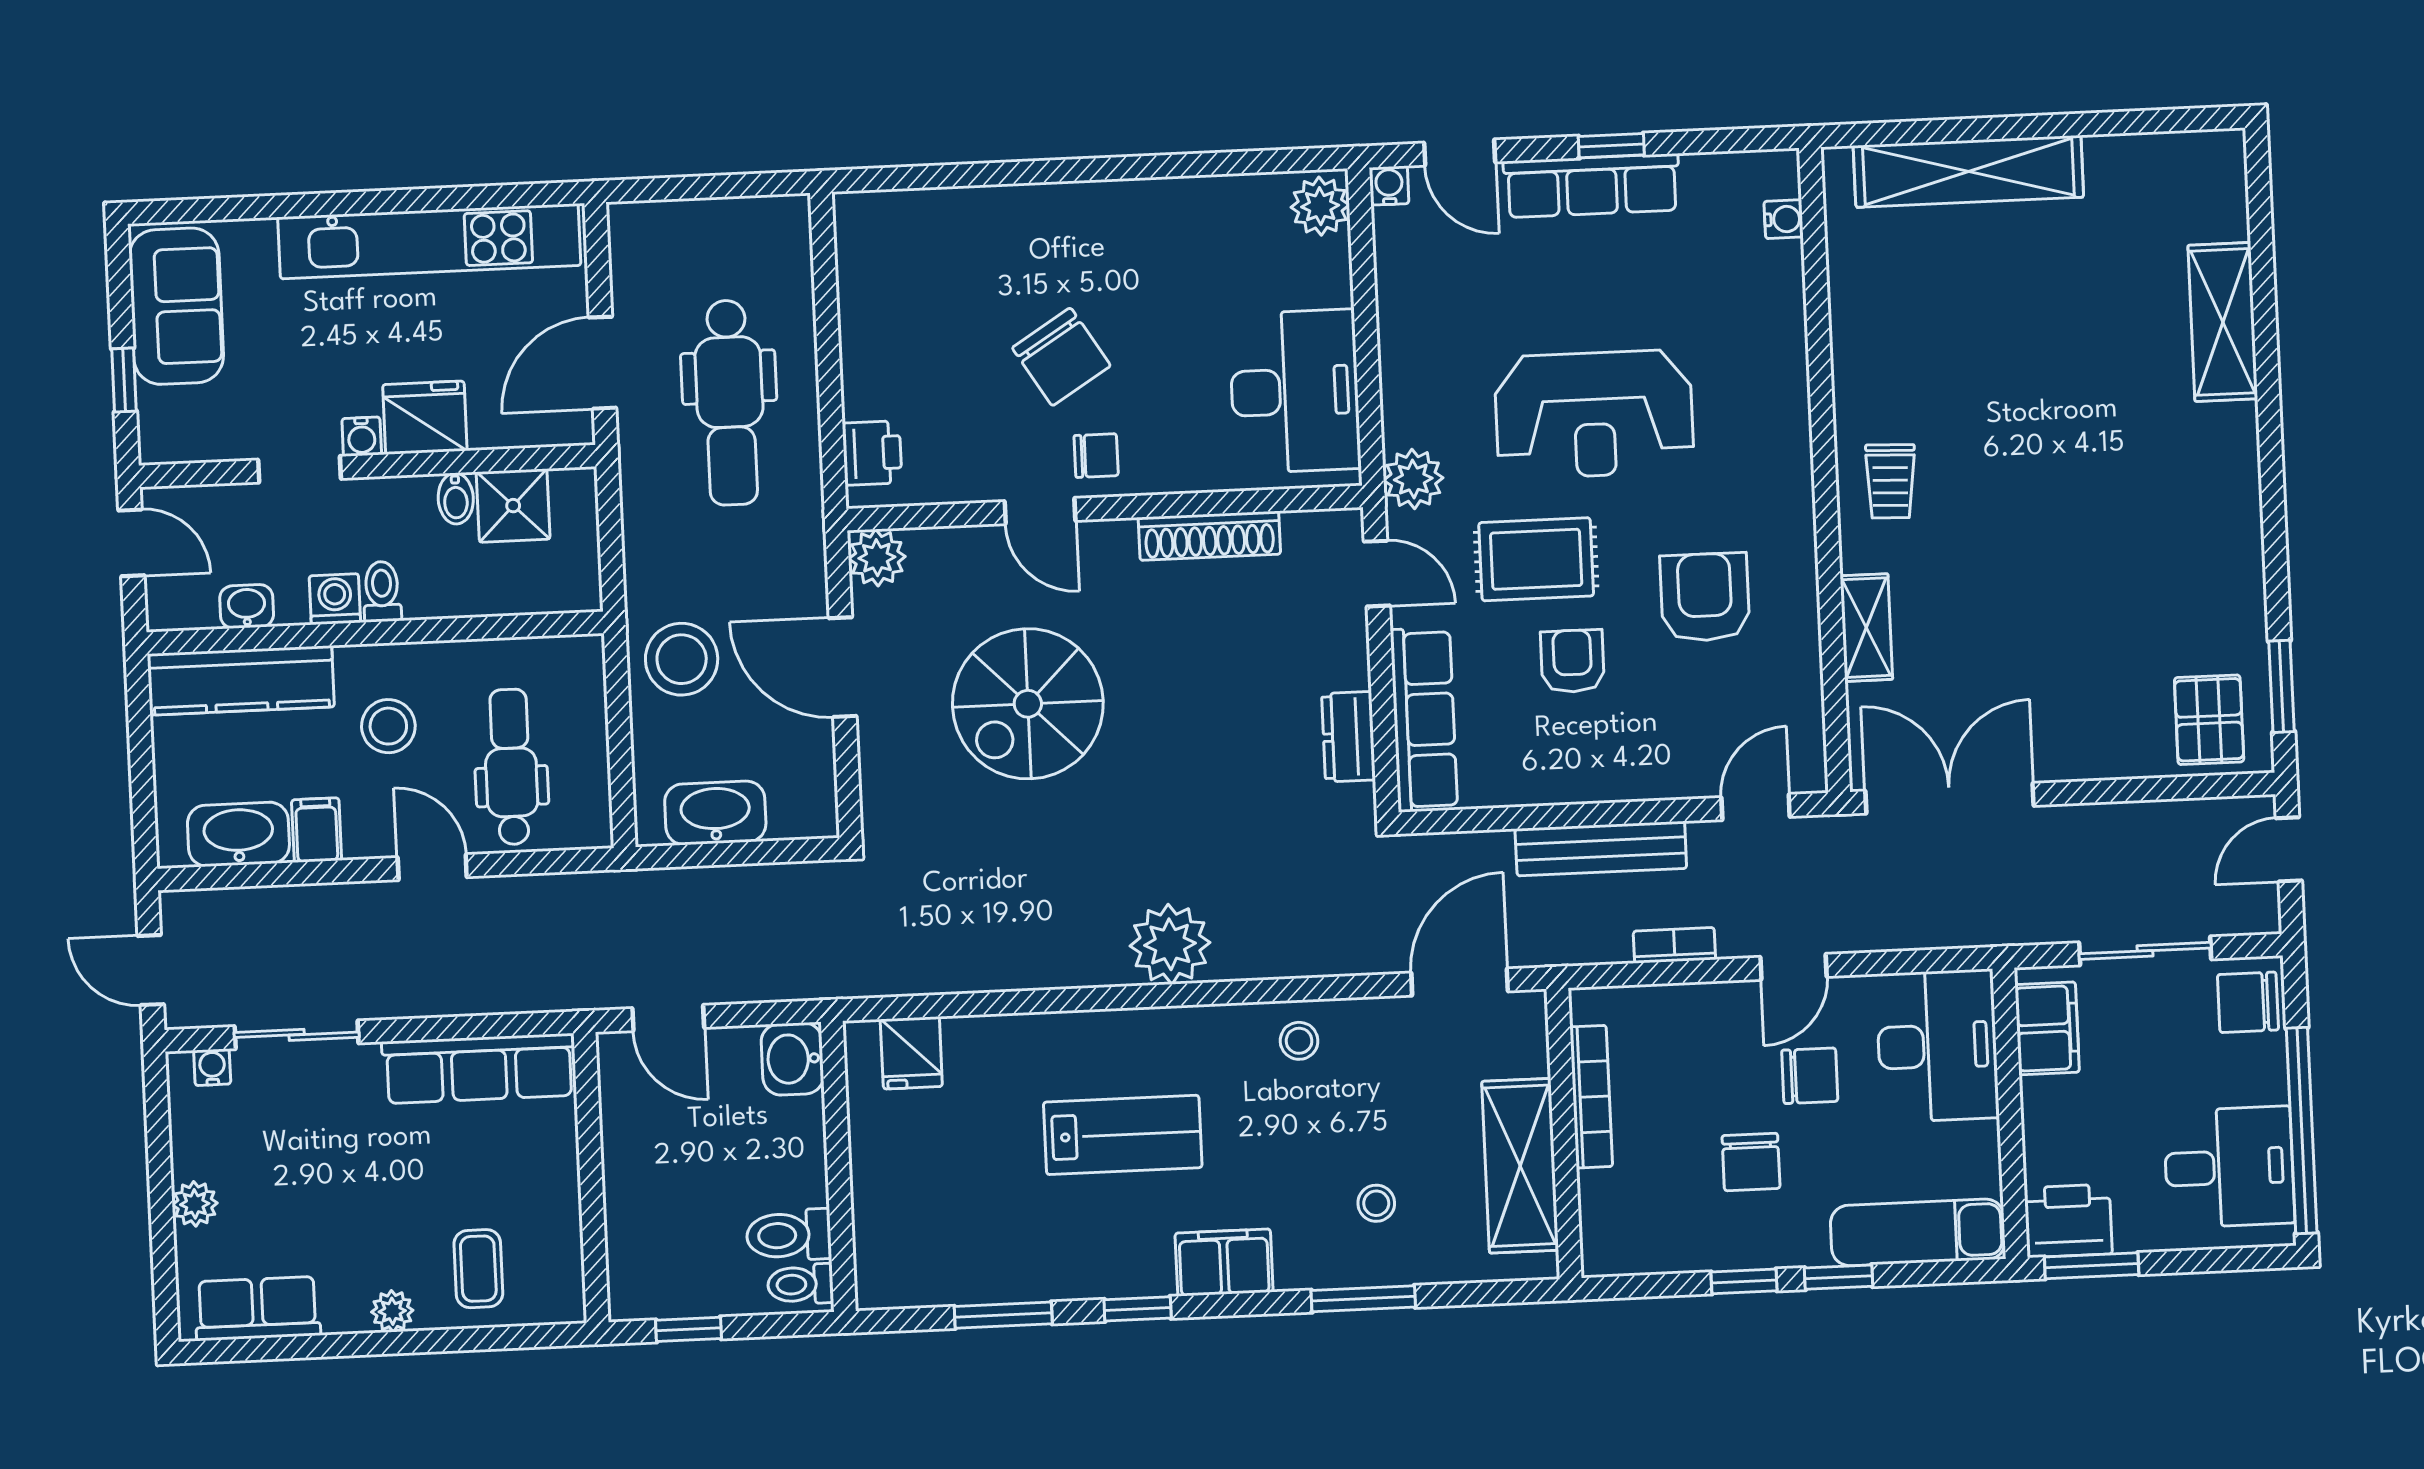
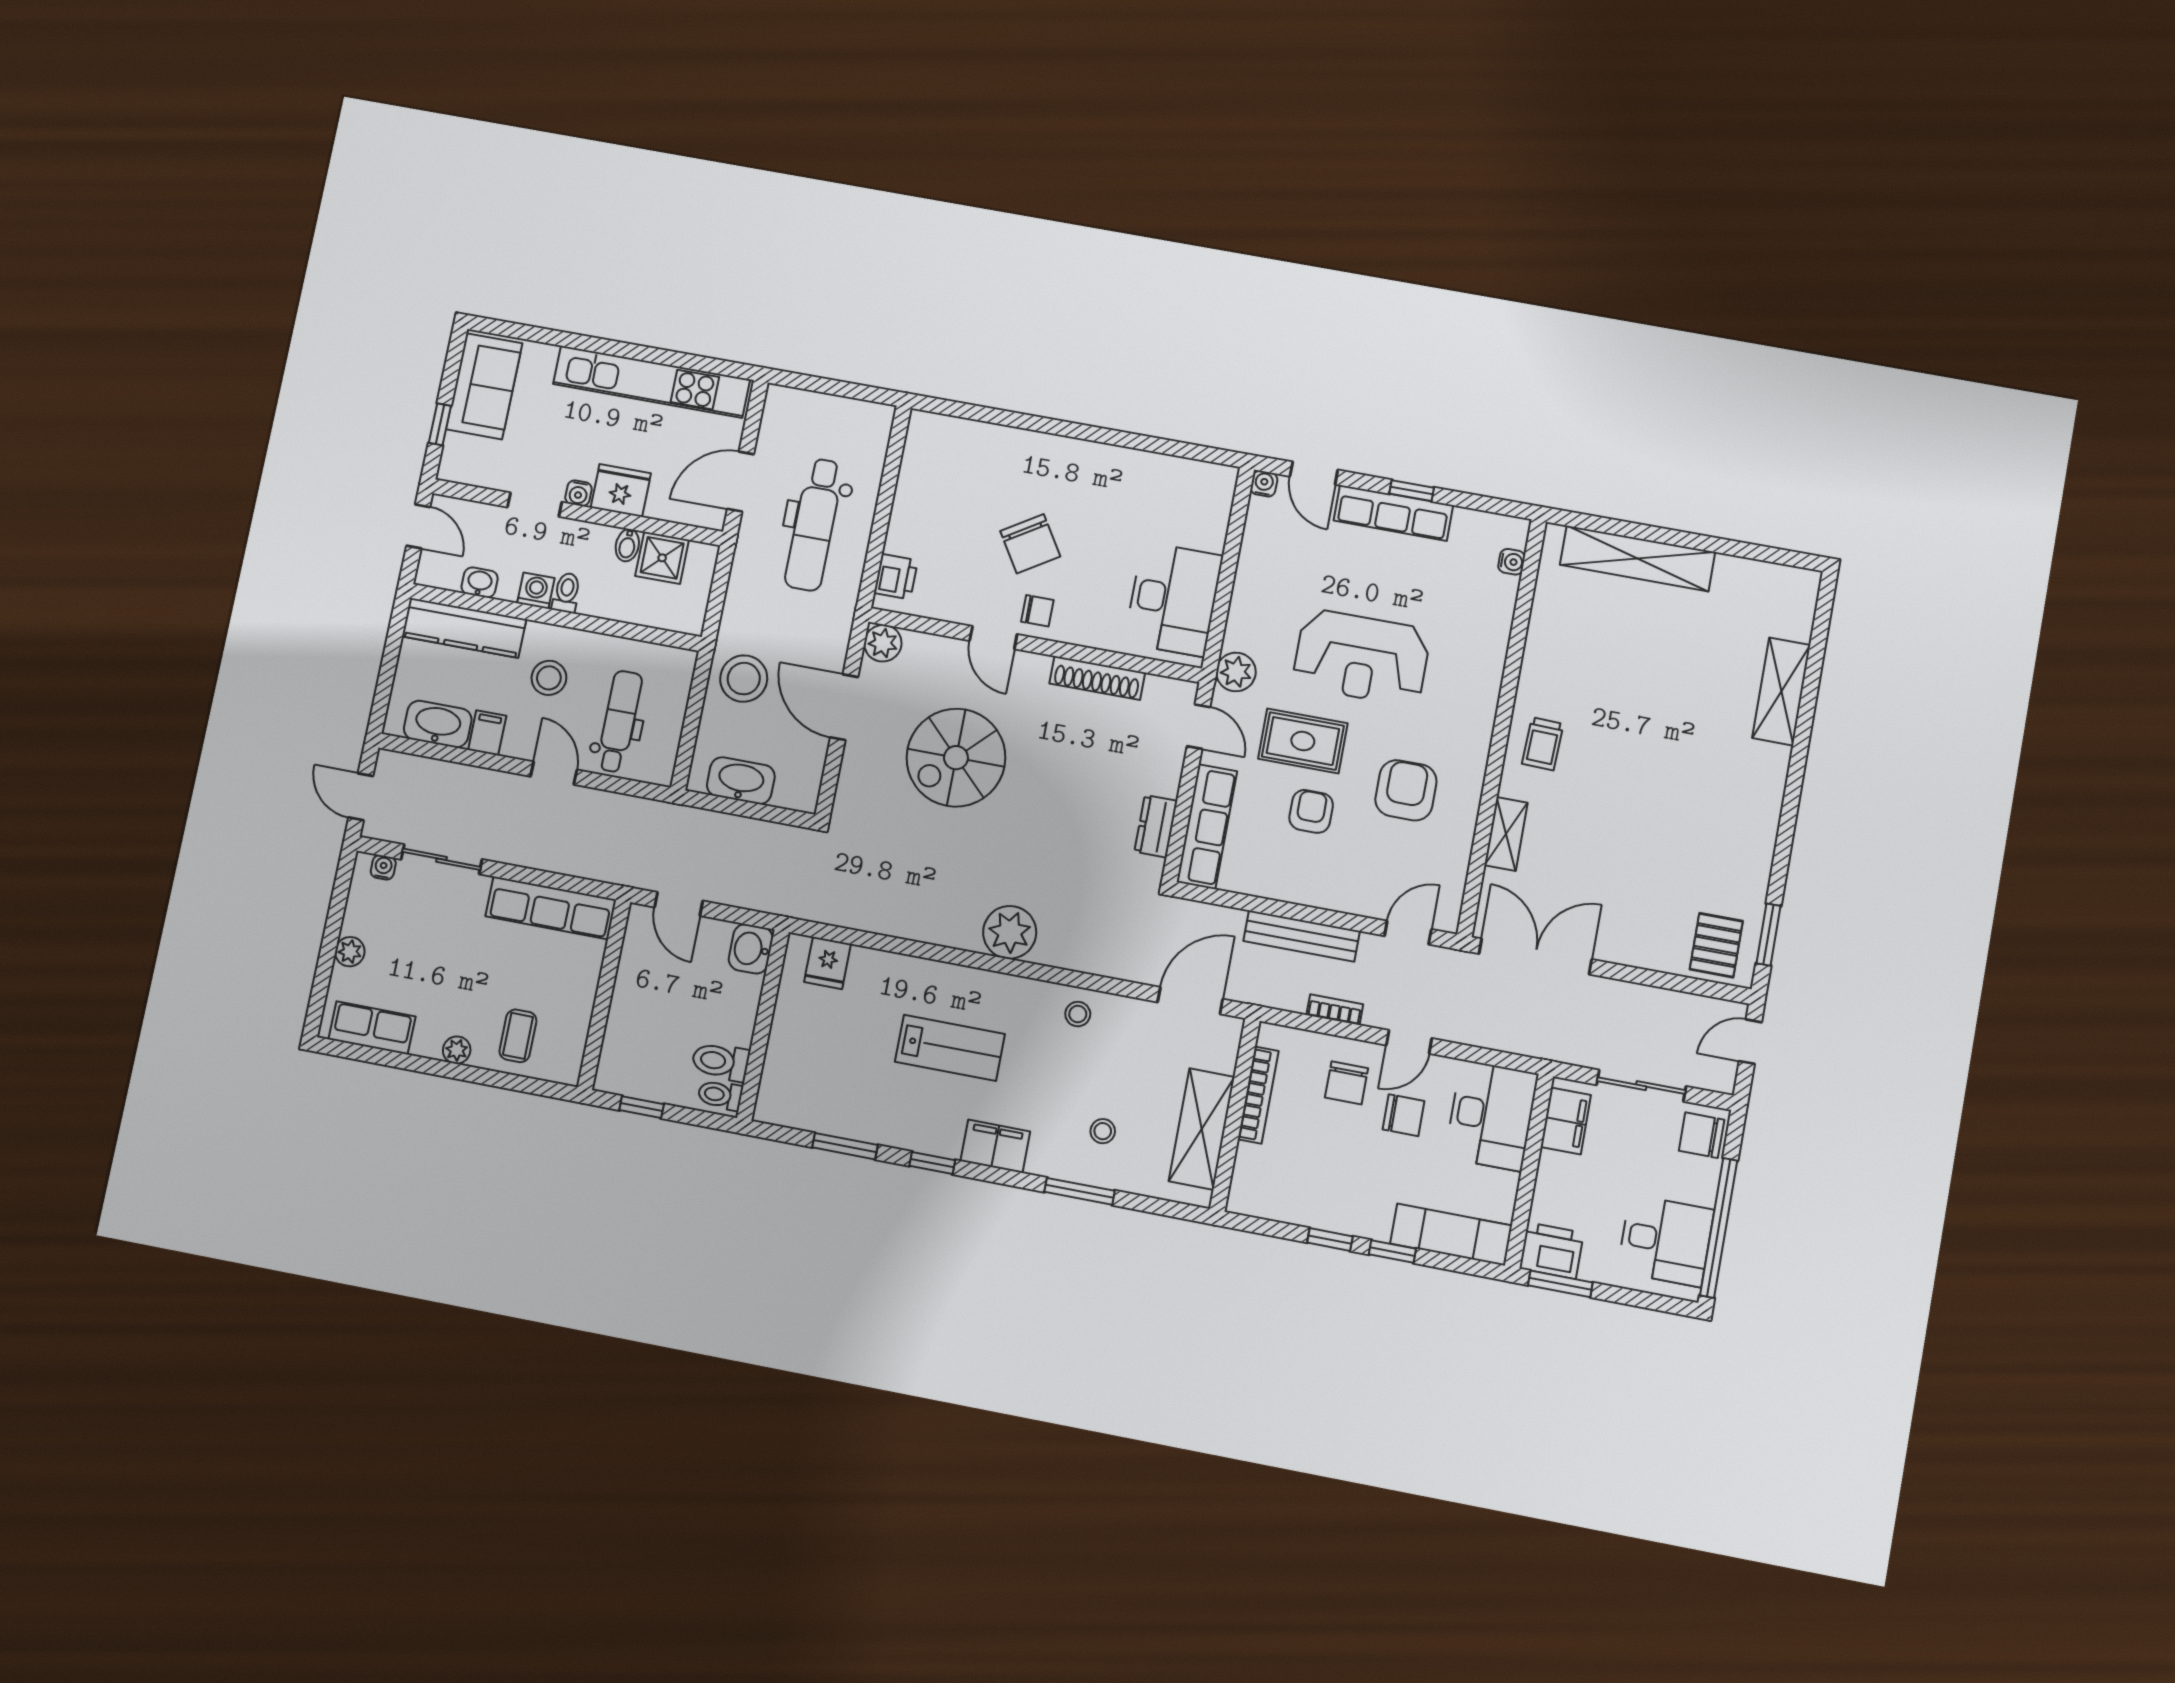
plant: (1320, 206) -> (1217, 487), removed
chair: (1751, 1162) -> (1347, 1083), moved

